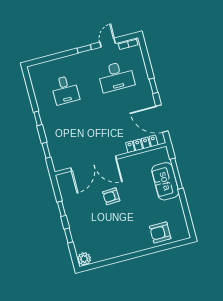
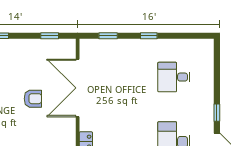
armchair: (111, 196) -> (33, 99), turned 93
window: (62, 209) -> (50, 36), moved

